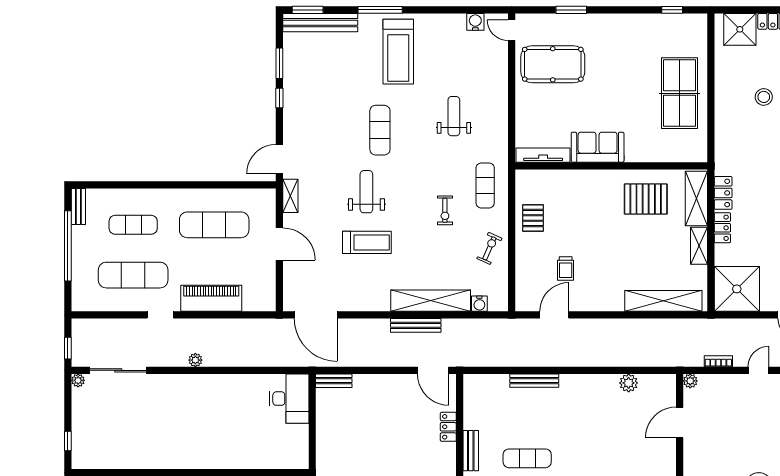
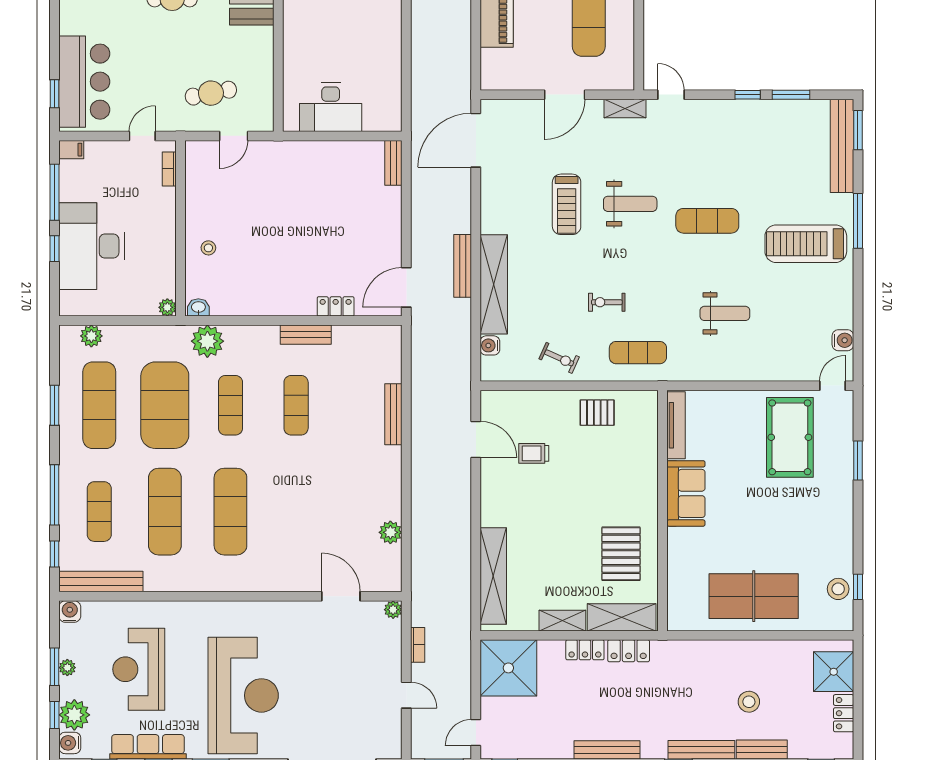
stool: (674, 26) -> (838, 589), added
door: (279, 159) -> (671, 95), width x0.73
desk: (289, 399) -> (331, 107), moved

